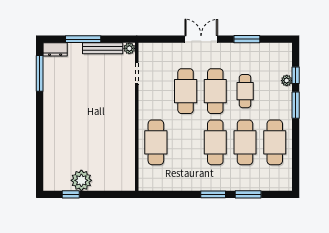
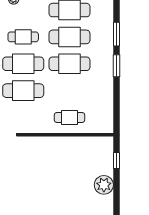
cafe table: (156, 142) -> (69, 117), width x0.73, depth x0.74
window: (71, 194) -> (116, 160), moved

